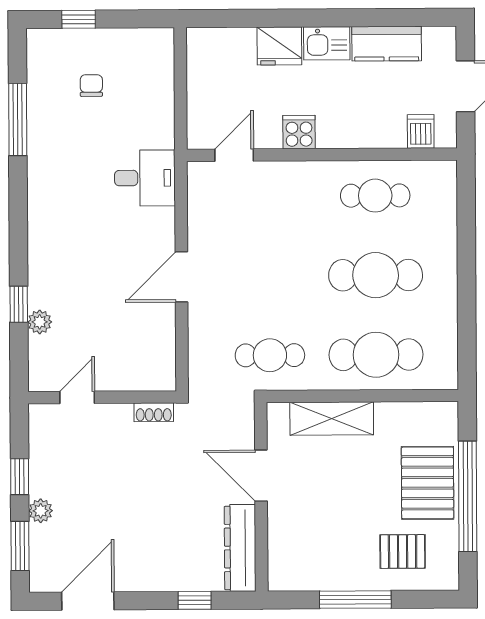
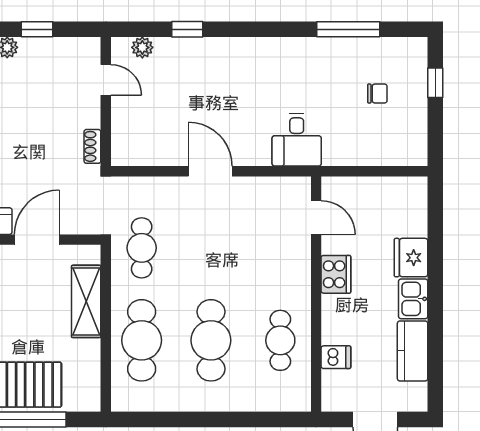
dishwasher: (421, 131) -> (336, 357), moved
cooker: (299, 132) -> (336, 274), width x1.36
plant: (40, 322) -> (142, 47), moved

